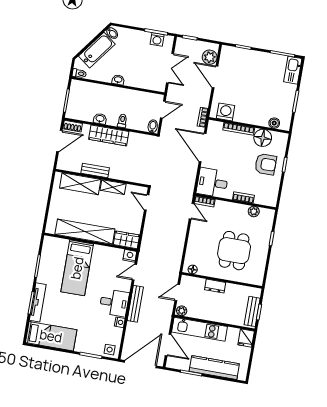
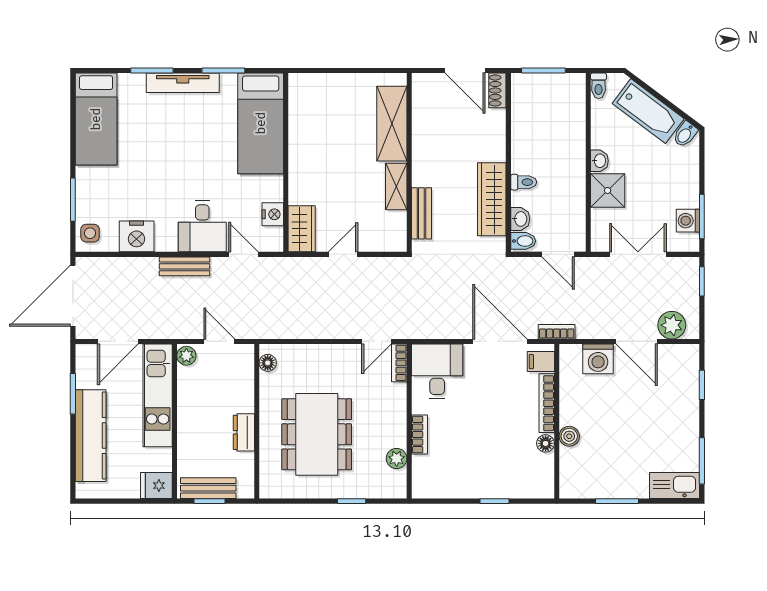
double door: (170, 68) -> (638, 254), swing flipped
door: (215, 77) -> (637, 341), swing flipped
shower: (134, 78) -> (608, 191), added
washing machine: (226, 112) -> (598, 359), moved, turned 90
washbasin: (100, 119) -> (520, 219), moved
boiler: (274, 123) -> (569, 436), moved
filing cabinet: (217, 128) -> (541, 362), added
wardrobe: (109, 135) -> (492, 199), moved
floor lamp: (263, 138) -> (546, 443), width x0.53, depth x0.53
door: (203, 147) -> (500, 341), hinge flipped
armchair: (266, 164) -> (489, 465), removed
bench: (95, 171) -> (421, 213), moved
door: (147, 202) -> (343, 254), moved
shelving: (85, 232) -> (303, 148), removed
dining table: (234, 251) -> (317, 434), width x1.38
nightstand: (130, 256) -> (273, 214), moved
bed: (77, 268) -> (261, 123), moved, turned -90
dresser: (215, 286) -> (244, 432), moved
tv unit: (38, 302) -> (183, 83), moved
desk: (114, 303) -> (202, 226), moved
bench: (135, 304) -> (184, 266), width x0.73
nightstand: (120, 322) -> (137, 236), width x1.89, depth x1.79
door: (140, 364) -> (73, 296), swing flipped

